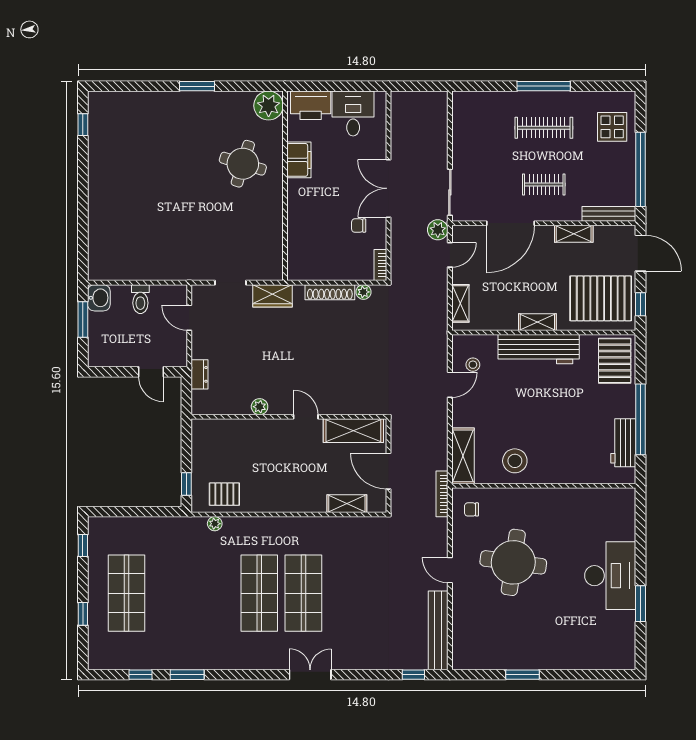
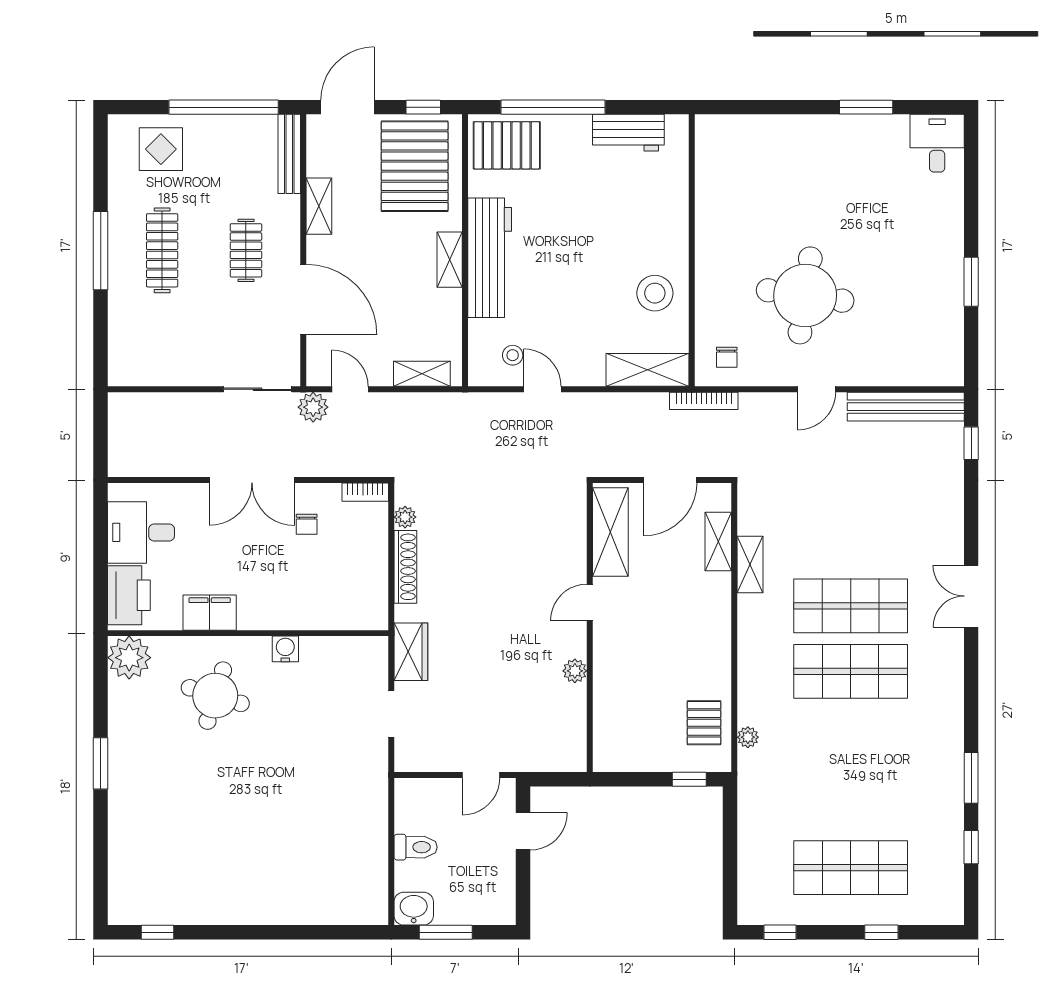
water cooler: (274, 211) -> (285, 649), added
door: (189, 318) -> (481, 775), moved
dresser: (199, 374) -> (527, 760), removed
window: (641, 419) -> (553, 107), moved
shelving: (331, 525) -> (750, 564), added
desk: (610, 576) -> (937, 143), moved, width x0.53, depth x0.77

